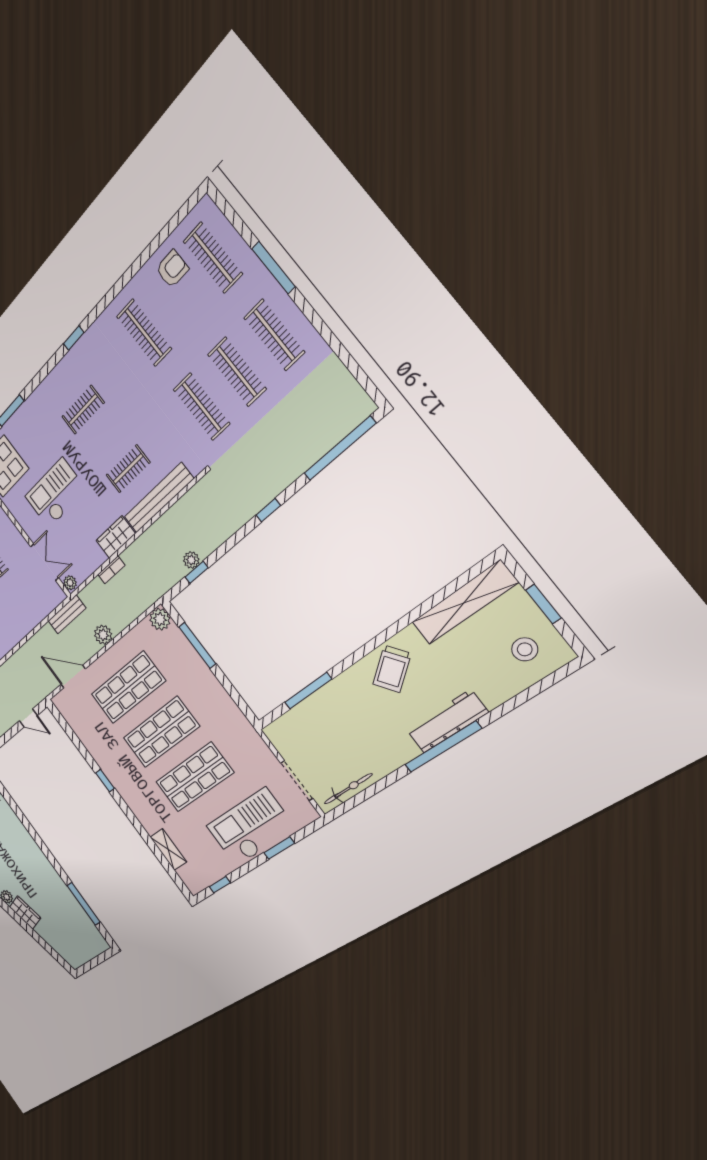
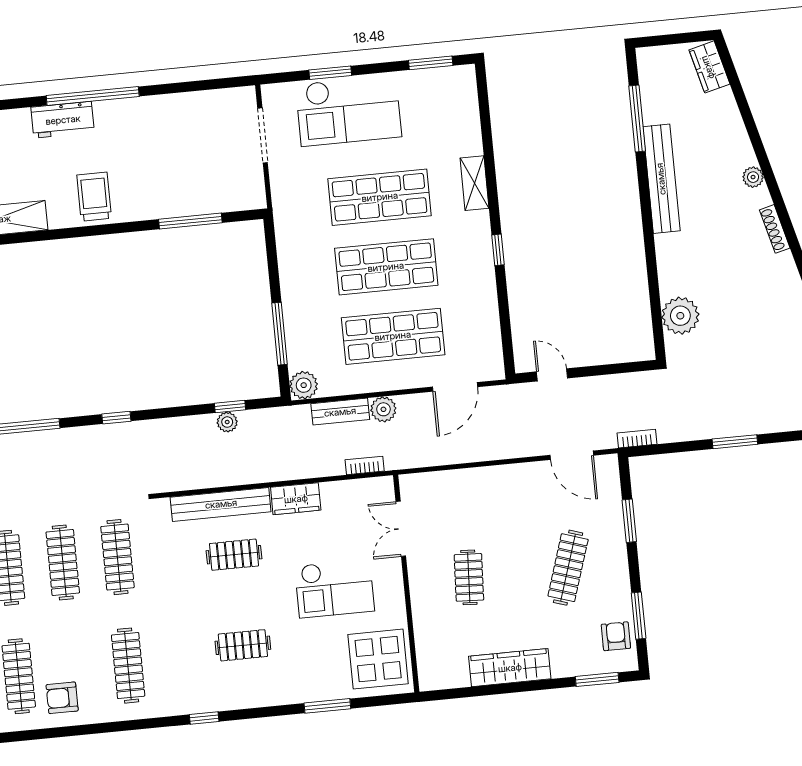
bookcase: (111, 570) -> (365, 465), moved
plant: (70, 583) -> (385, 488), removed
bench: (67, 614) -> (340, 412), moved
trolley: (392, 669) -> (94, 197), turned -53
door: (73, 677) -> (455, 387), hinge flipped
workbench: (447, 721) -> (63, 120), width x0.73
bicycle: (348, 789) -> (213, 100), removed
shelving: (168, 849) -> (475, 183), moved
bench: (49, 873) -> (661, 179), added
window: (220, 885) -> (431, 63), width x1.50
wardrobe: (25, 913) -> (709, 67), moved

